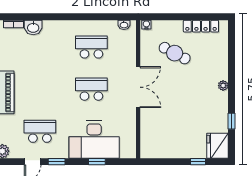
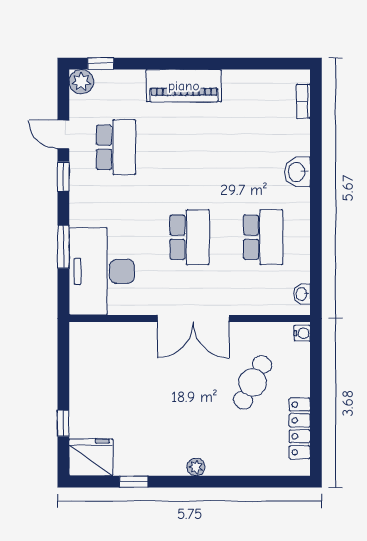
washbasin: (33, 27) -> (297, 172), moved
desk: (94, 140) -> (102, 271), moved
window: (97, 162) -> (63, 247), width x1.50

